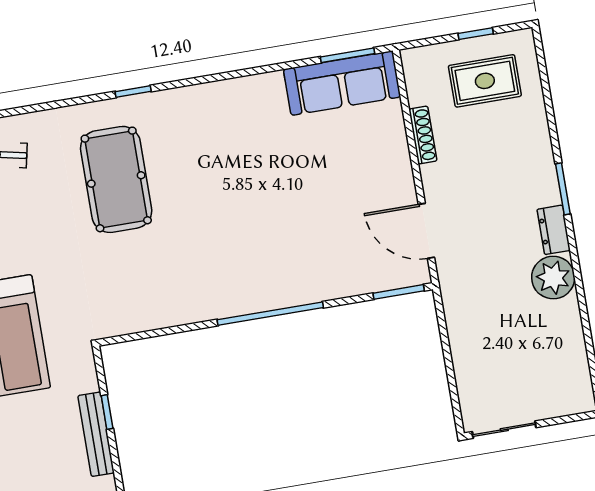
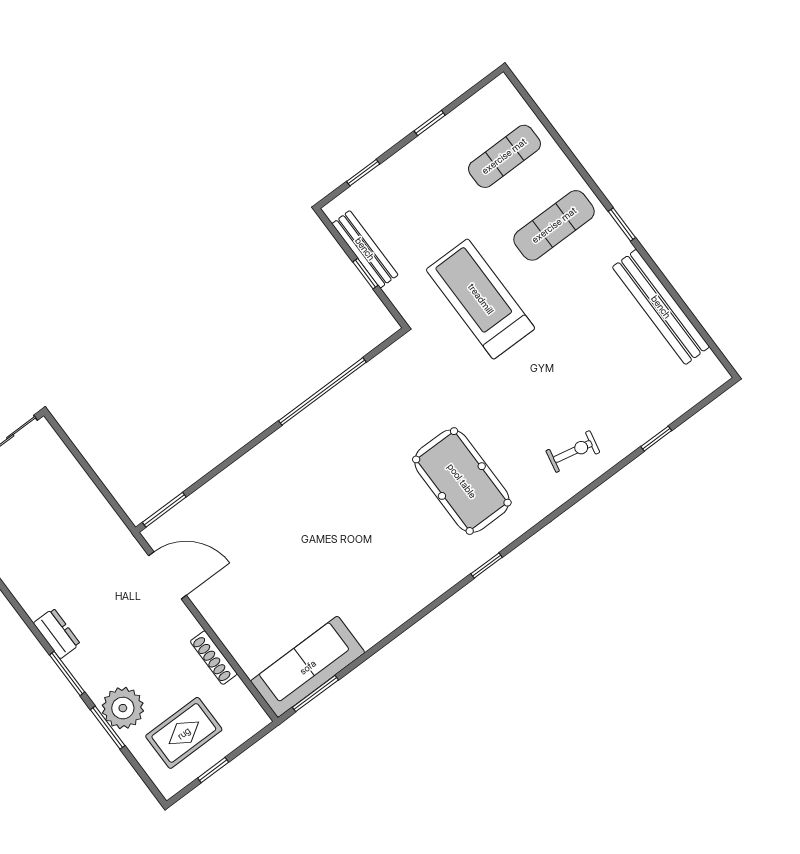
window: (551, 121) -> (108, 728), added
plant: (553, 278) -> (123, 708), moved
window: (270, 314) -> (322, 391), moved

